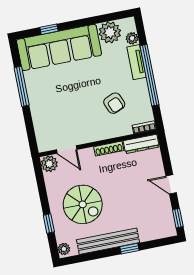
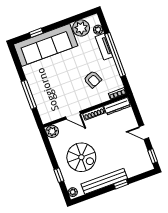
window: (22, 86) -> (29, 94), moved
door: (67, 150) -> (73, 115), moved

